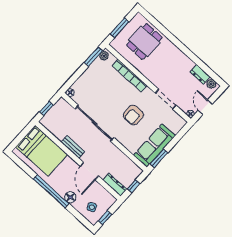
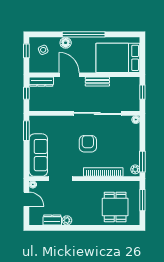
plant: (211, 84) -> (67, 220), moved
armchair: (133, 115) -> (88, 144), moved
sofa: (154, 146) -> (38, 155), moved

